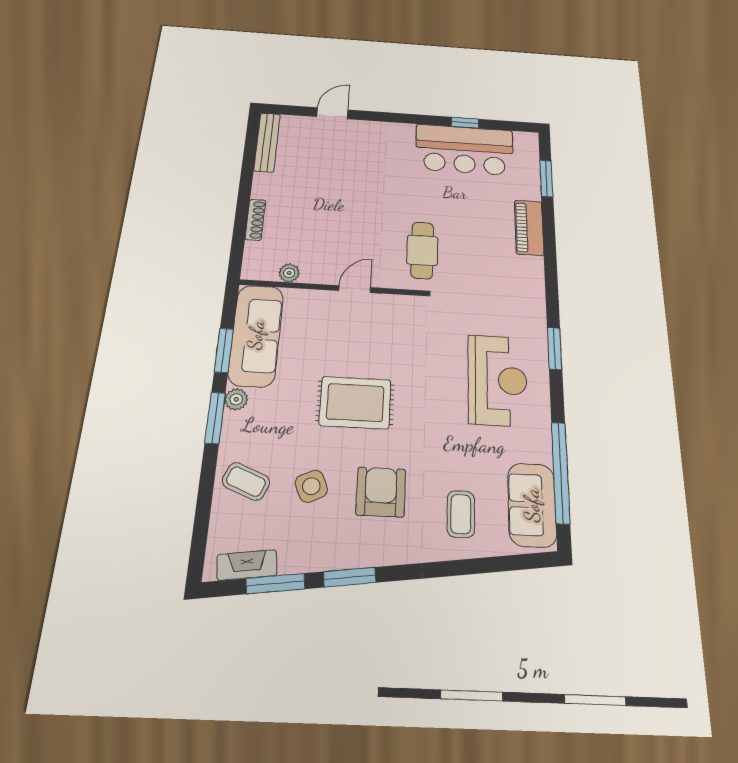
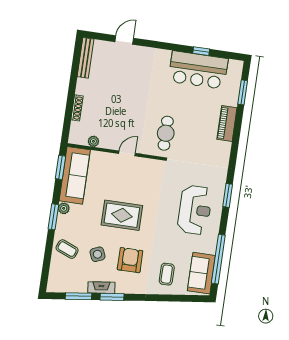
window: (224, 350) -> (61, 167), moved
fireplace: (247, 565) -> (101, 288), moved

